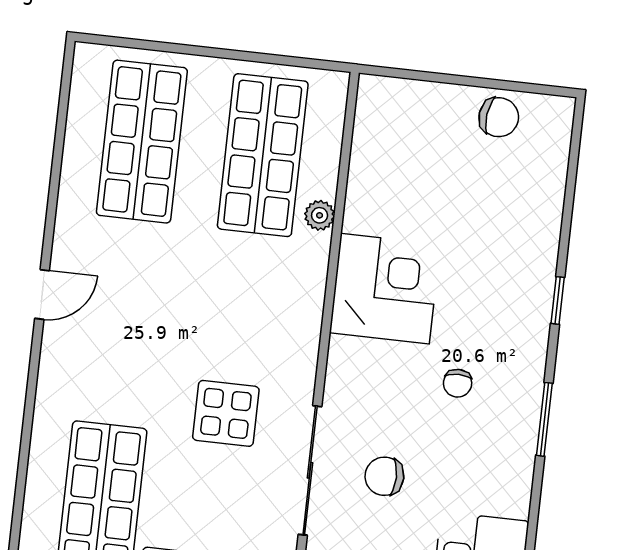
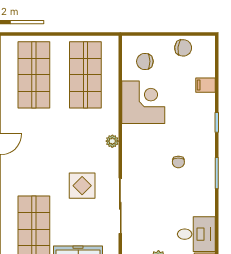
filing cabinet: (541, 210) -> (205, 85), added
plant: (320, 215) -> (112, 141), moved
corner desk: (385, 289) -> (143, 102), moved
chair: (384, 476) -> (145, 61), moved

